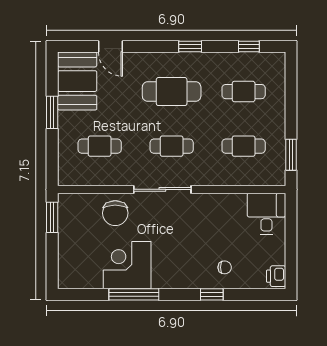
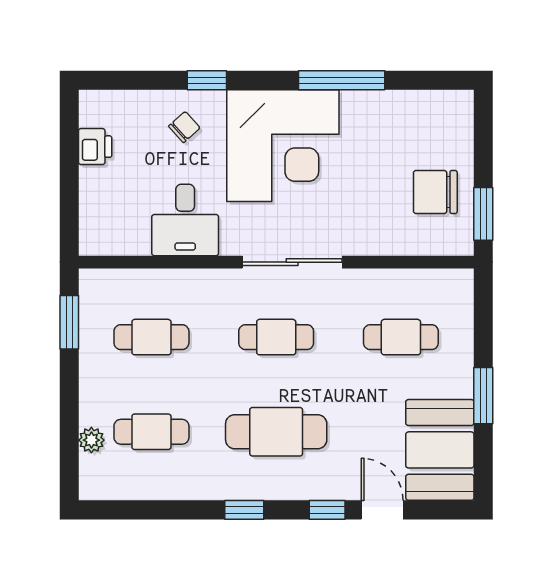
window: (249, 46) -> (327, 510), moved
plant: (278, 87) -> (91, 440), added
chair: (115, 213) -> (435, 192), moved, turned -90
desk: (266, 214) -> (185, 220), moved
corner desk: (127, 265) -> (283, 146), moved, width x1.36, depth x1.36
chair: (225, 267) -> (184, 127), turned 138
printer: (276, 276) -> (95, 147), moved

